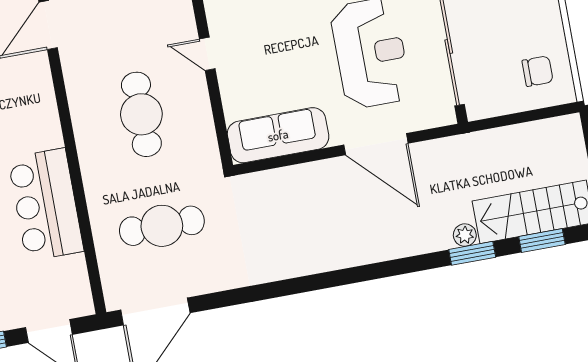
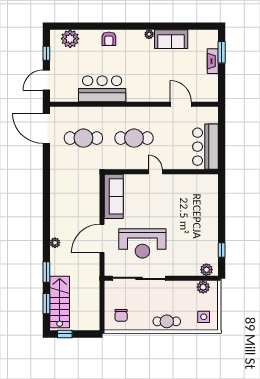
door: (207, 54) -> (155, 172), hinge flipped
cafe table: (162, 226) -> (83, 138), turned 90
plant: (465, 235) -> (55, 243), moved

